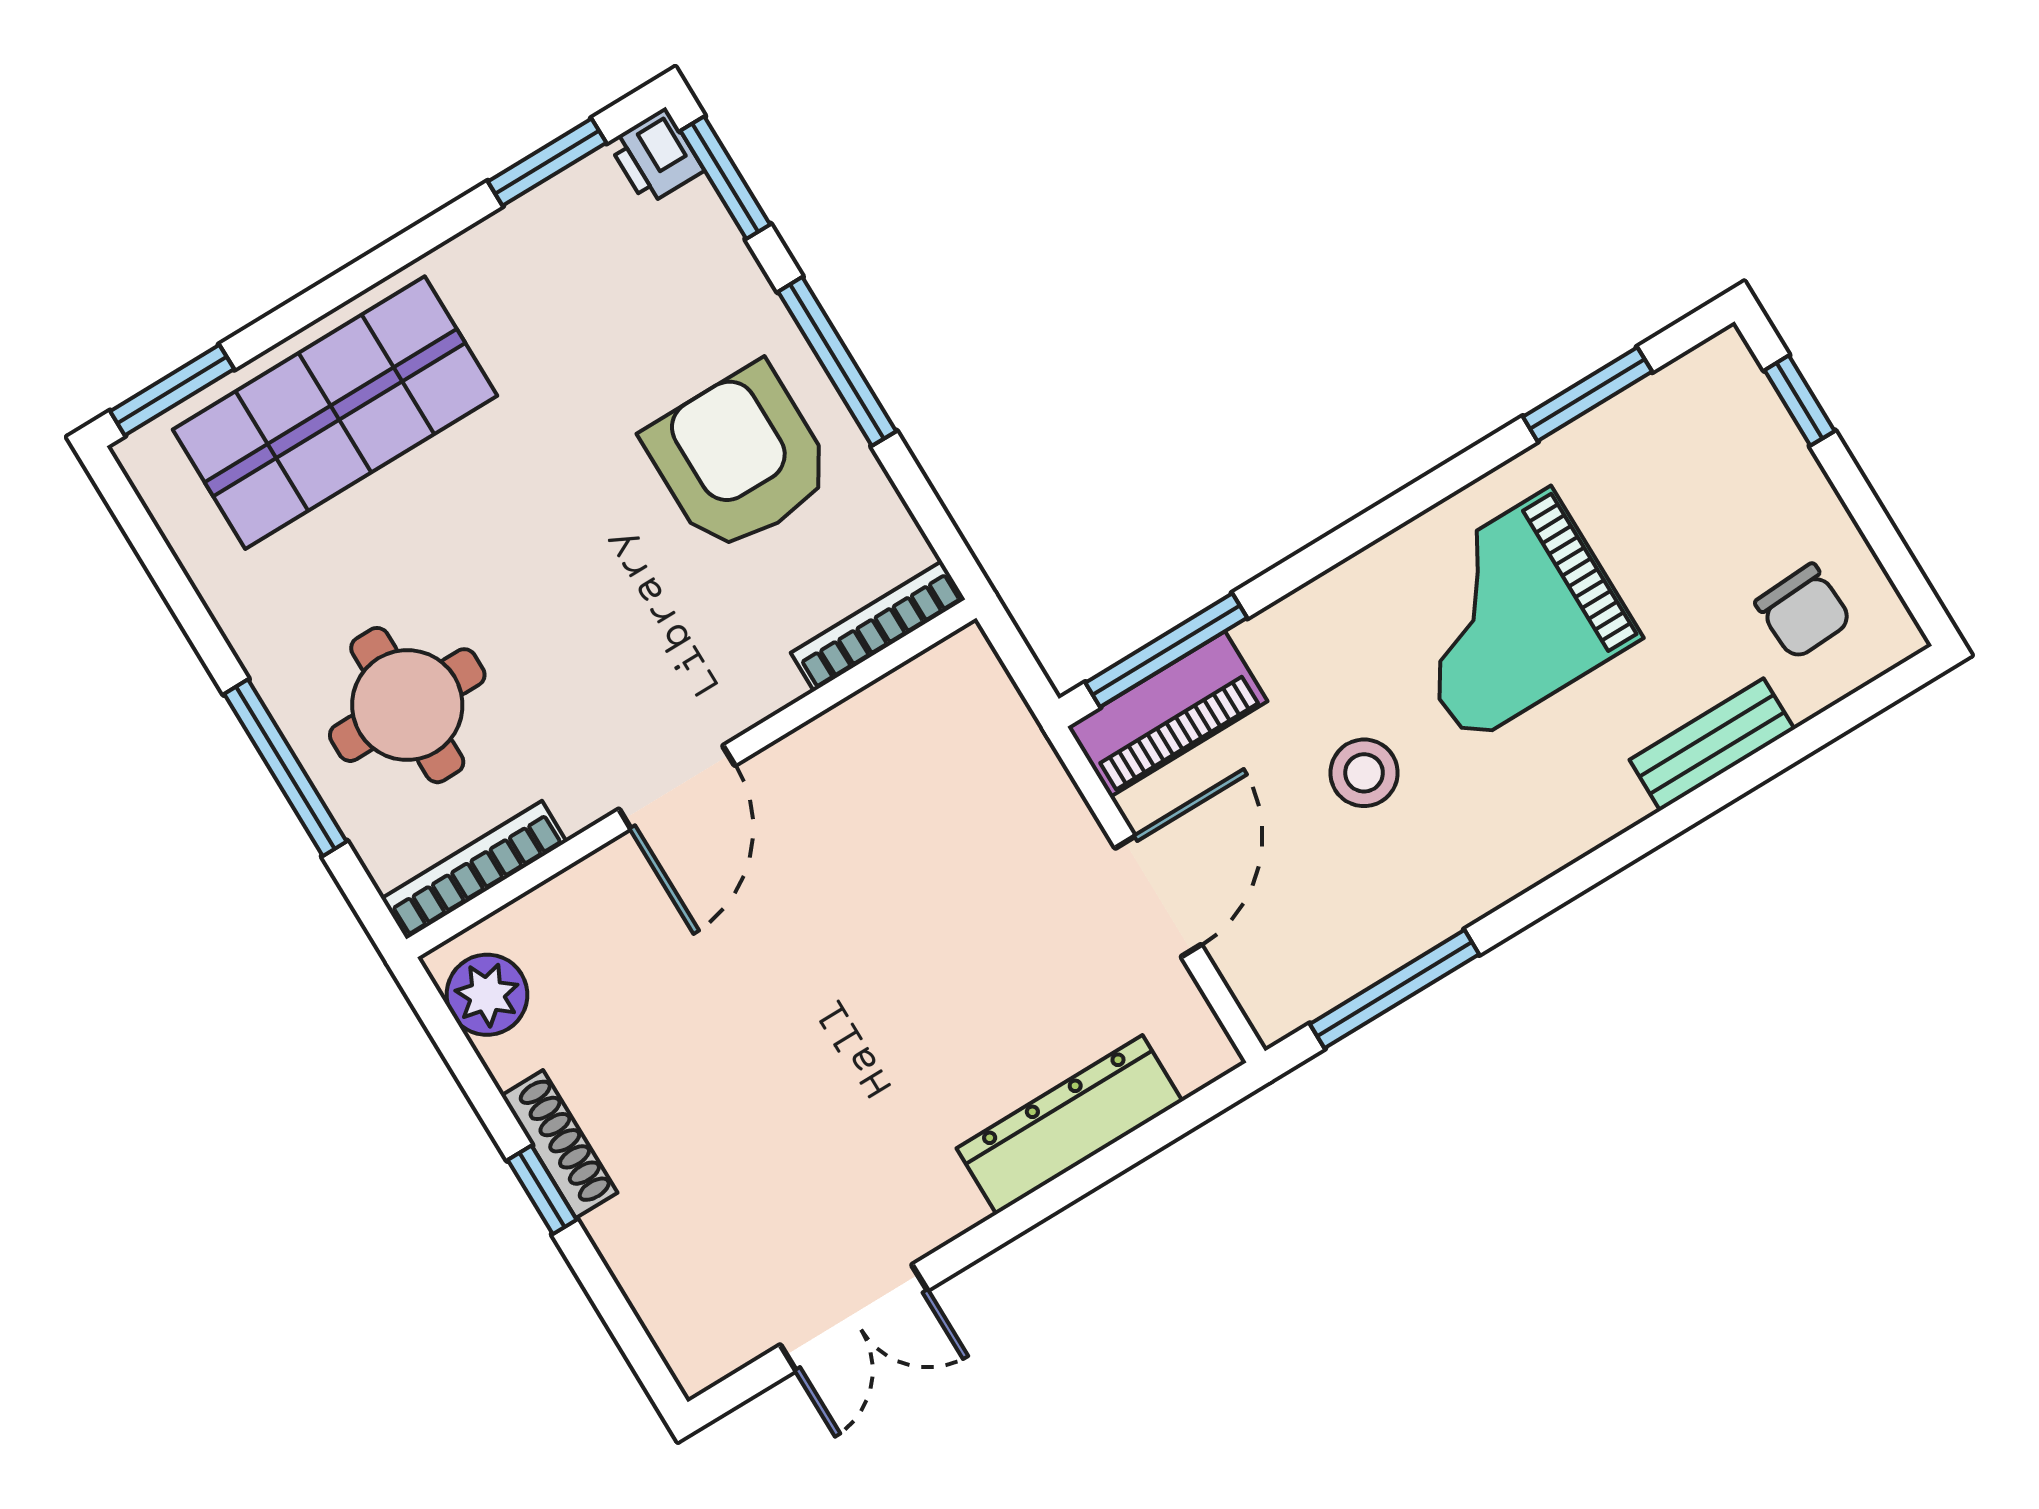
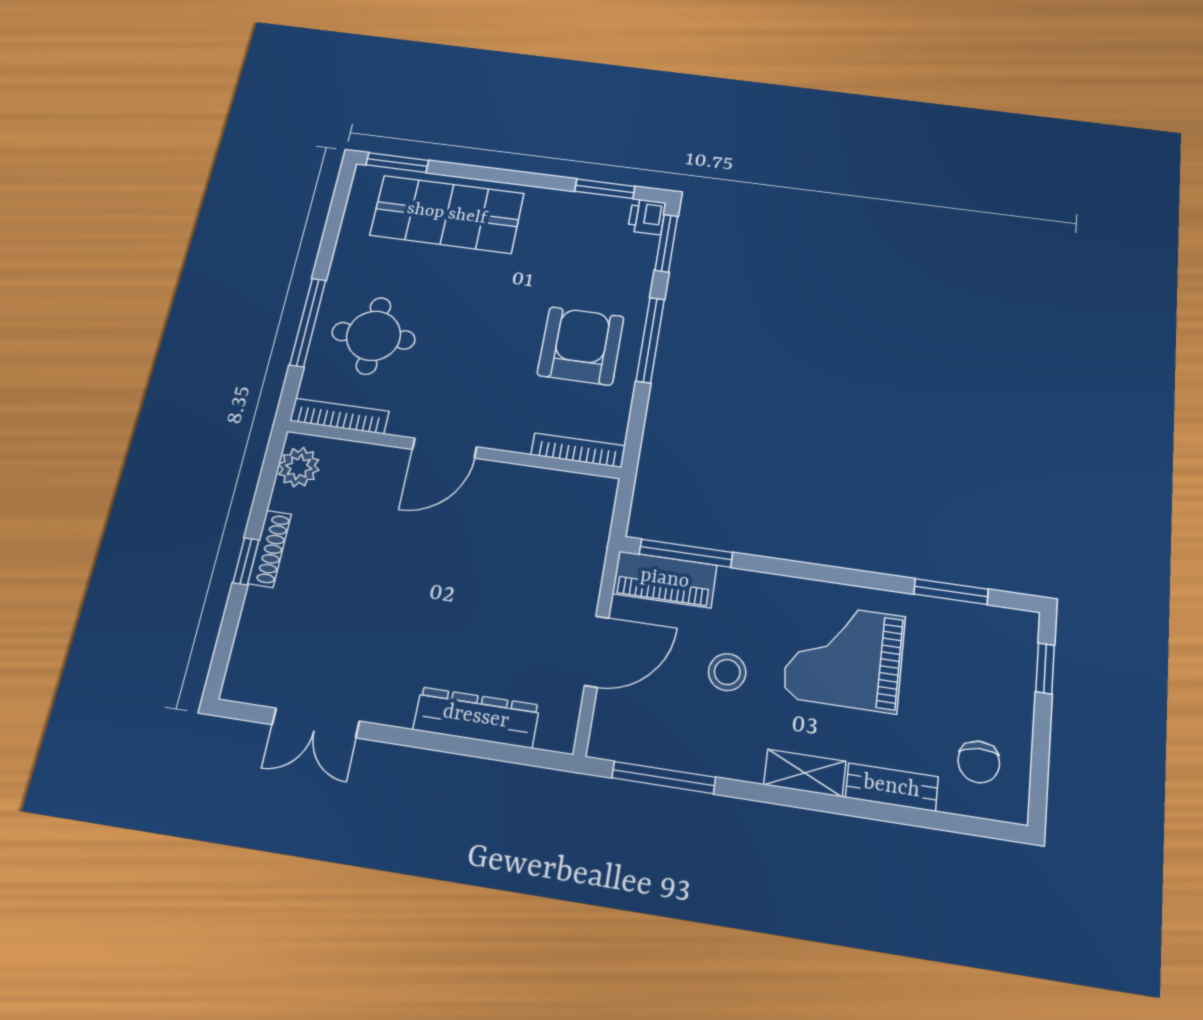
shelving: (1580, 823) -> (805, 773), added

